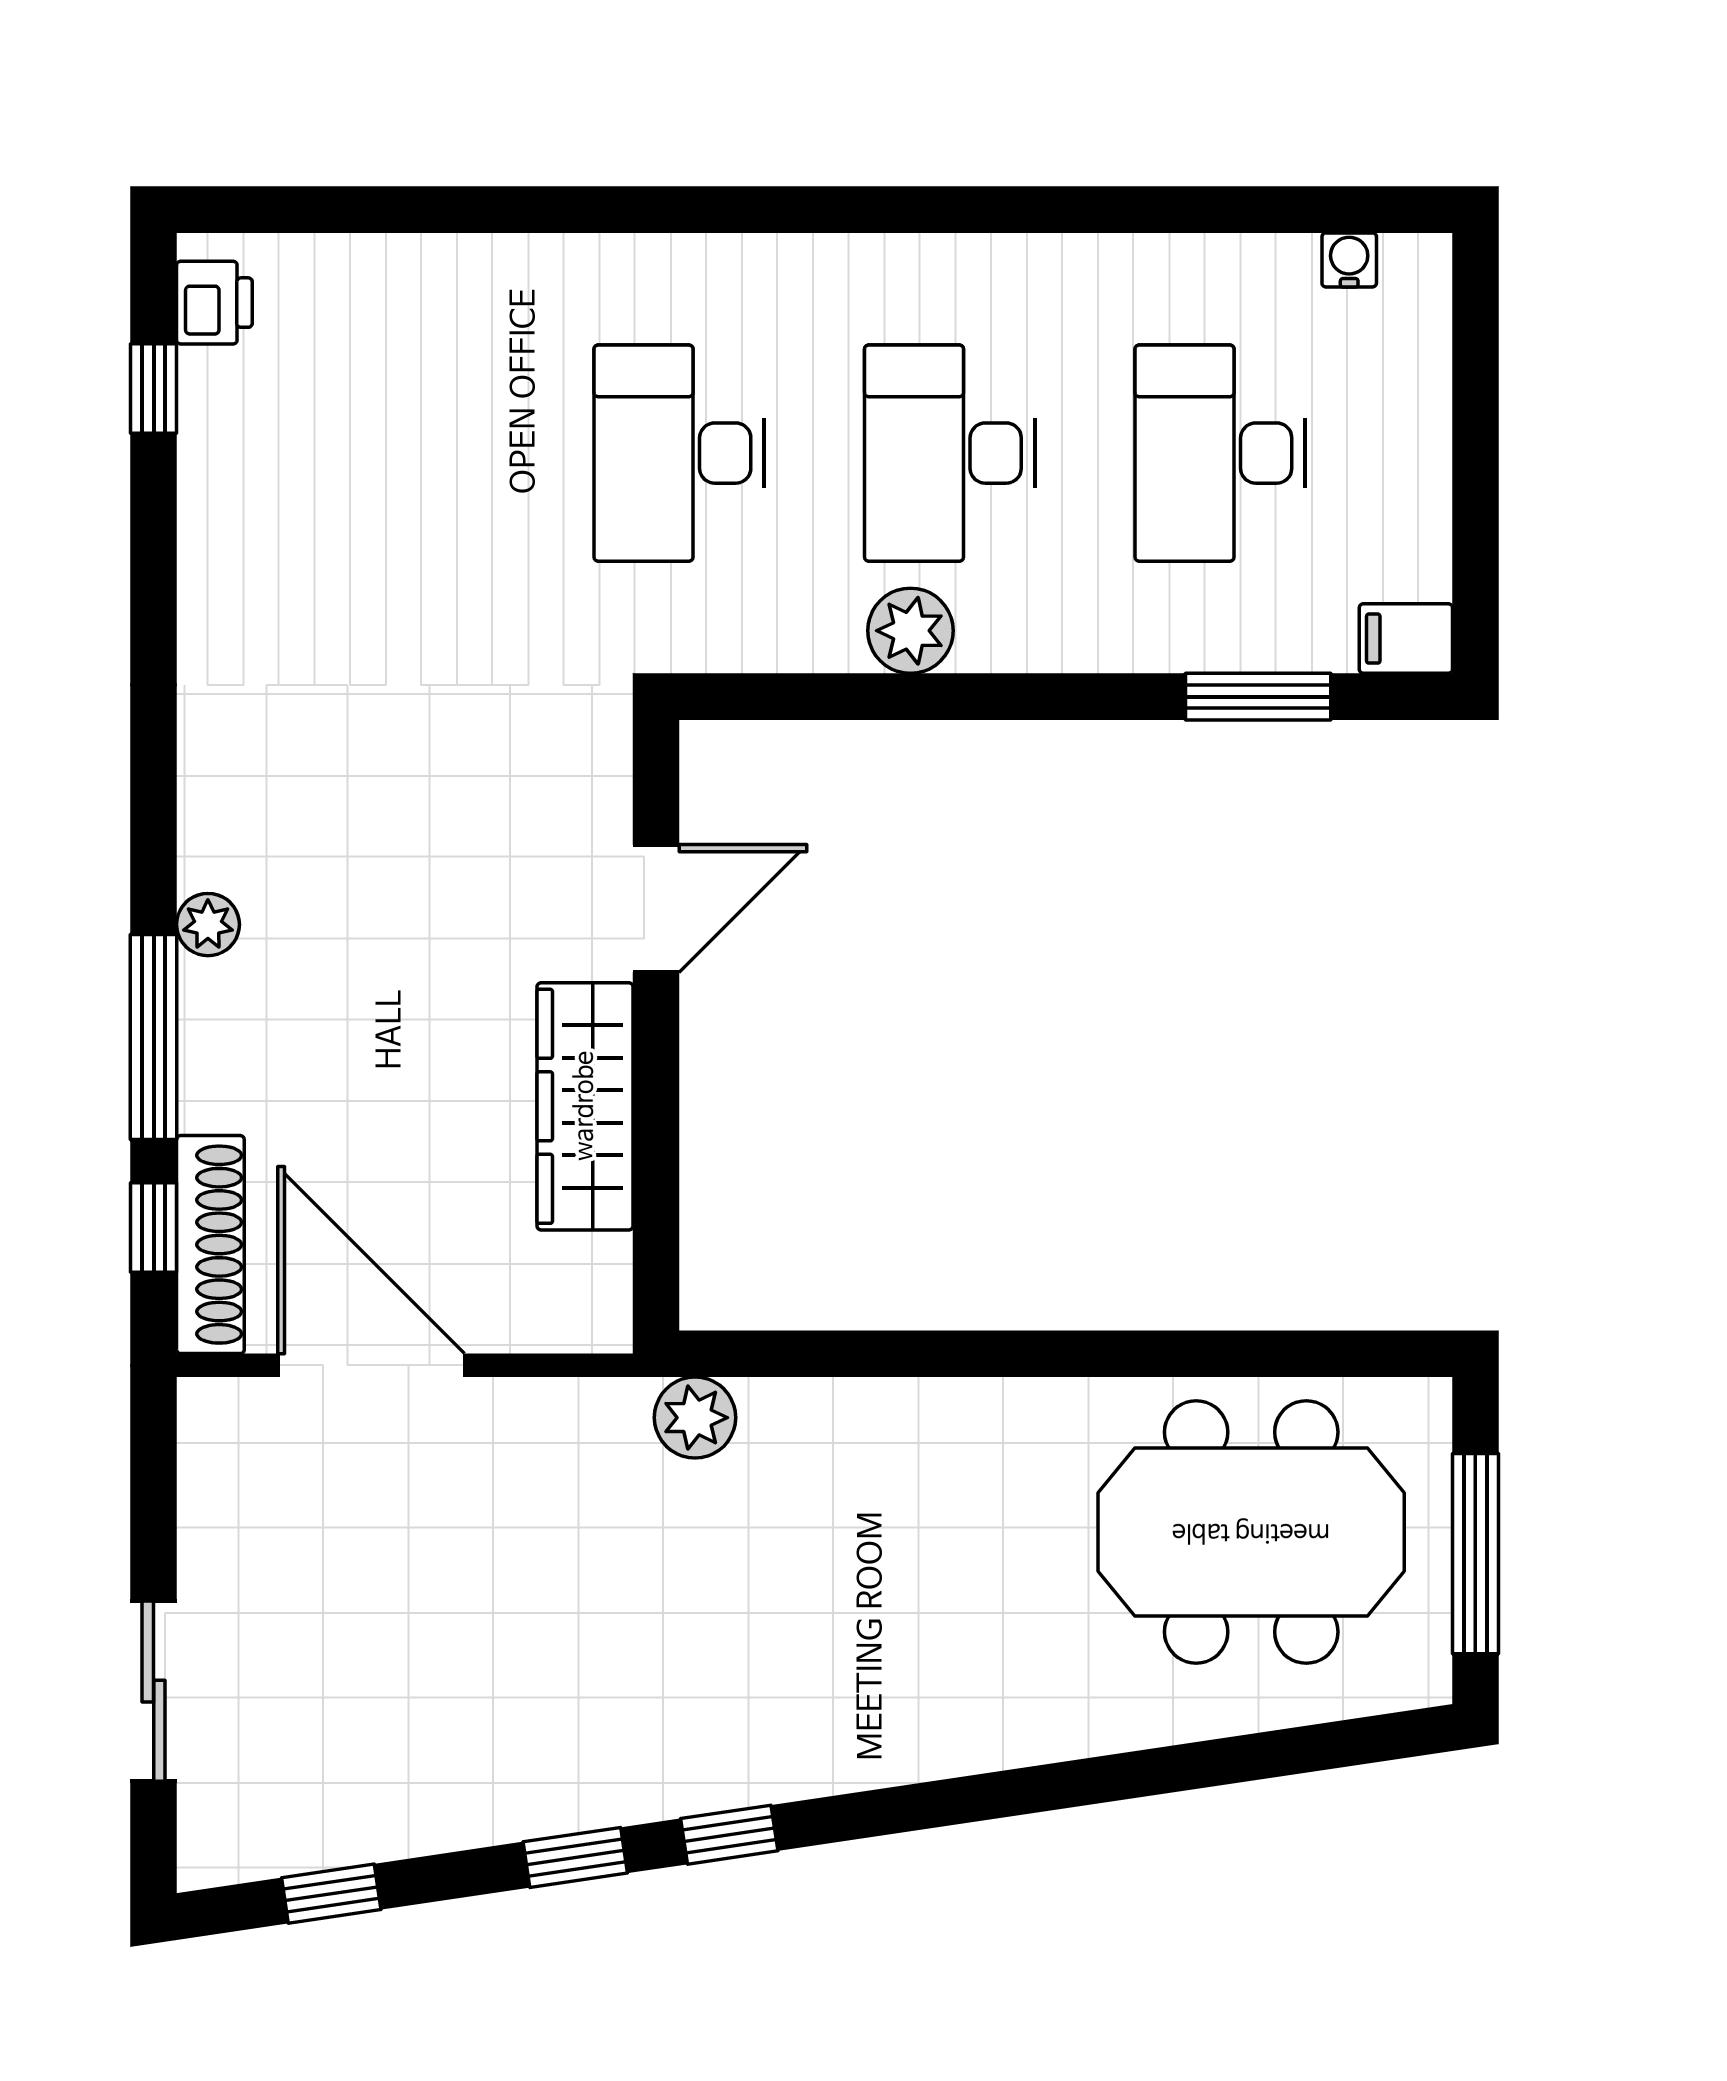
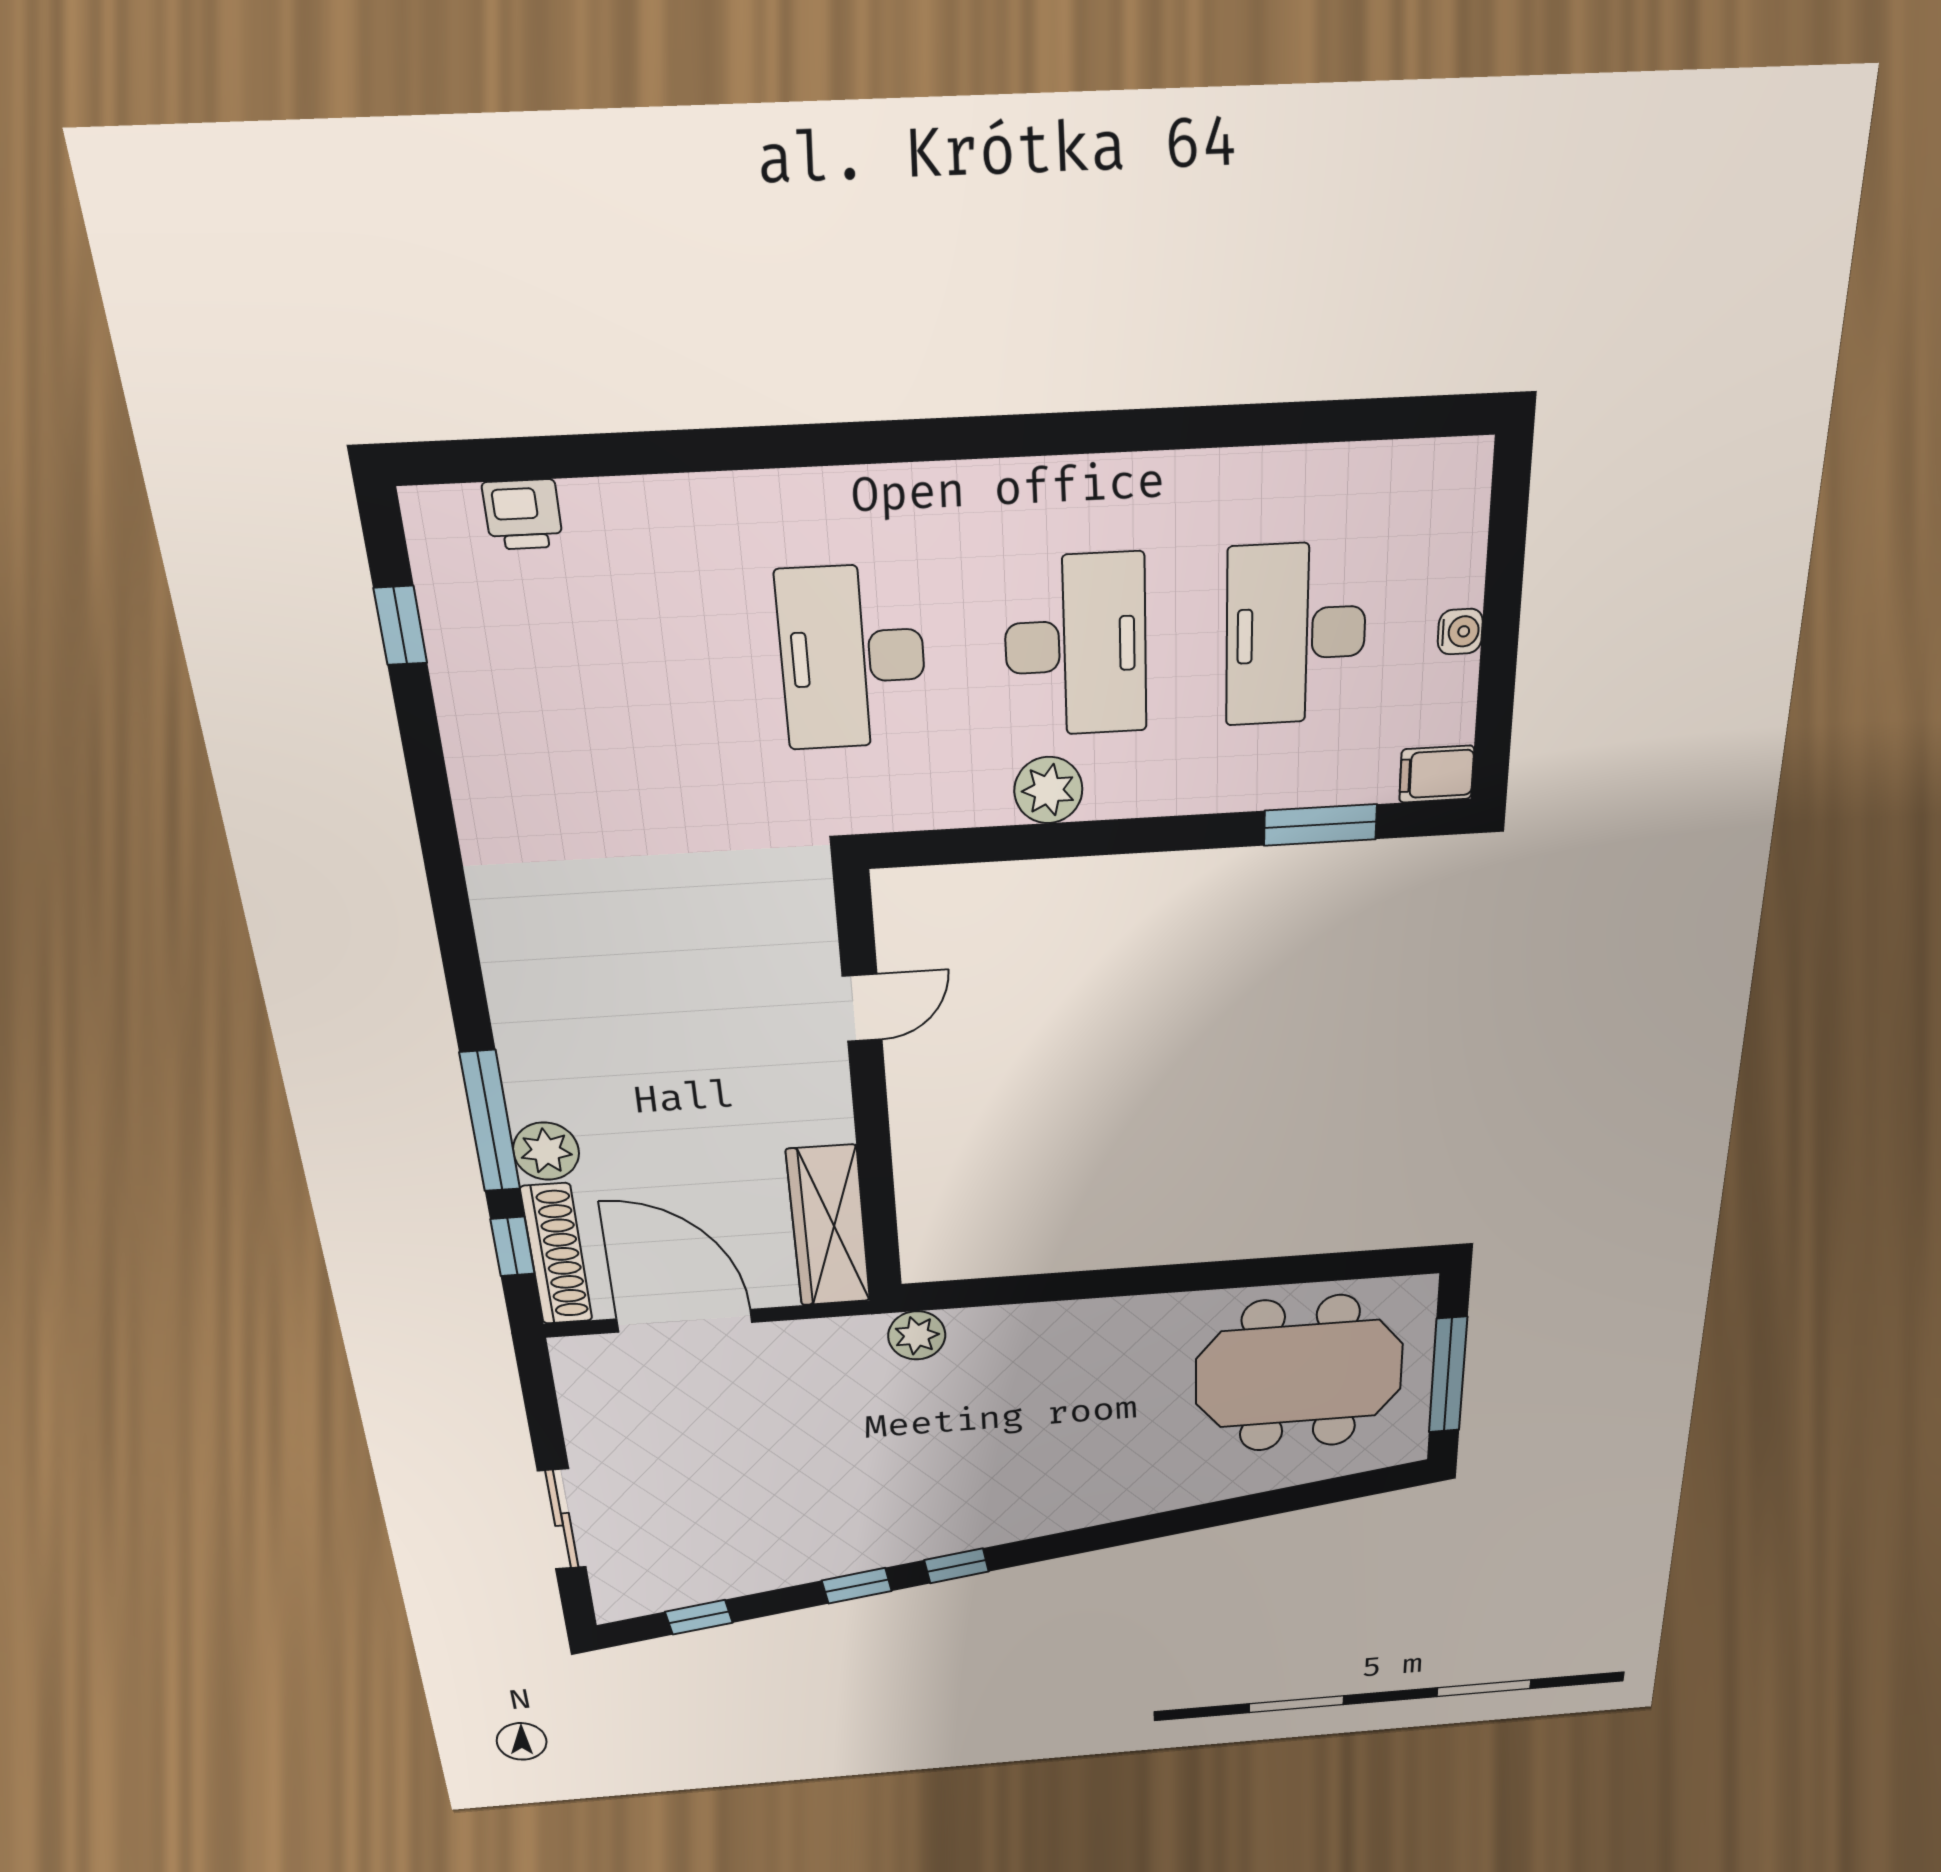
water cooler: (1349, 260) -> (1460, 632), moved, turned 90
printer: (214, 303) -> (523, 515), moved, turned 90
desk: (950, 453) -> (1076, 646), turned 180
door: (656, 908) -> (862, 1008), width x0.73
plant: (208, 925) -> (546, 1151), moved, width x1.38, depth x1.38
wardrobe: (585, 1106) -> (829, 1226), moved

